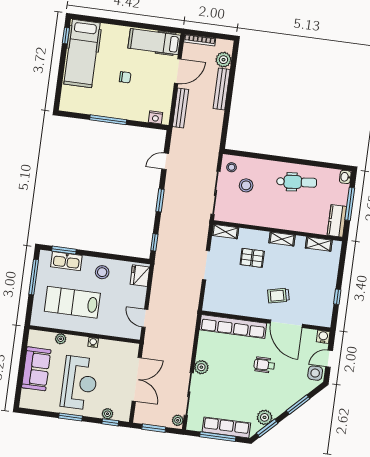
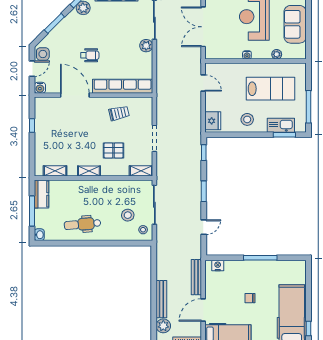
trolley: (278, 296) -> (119, 113), moved

